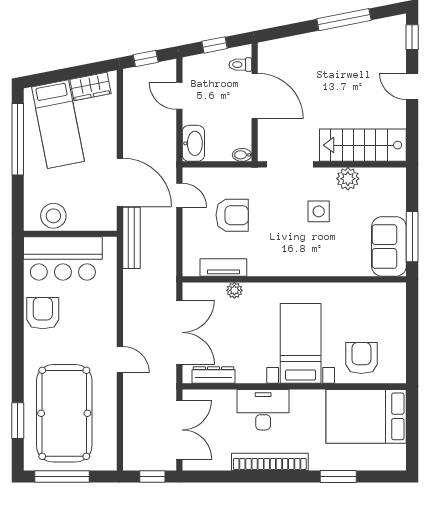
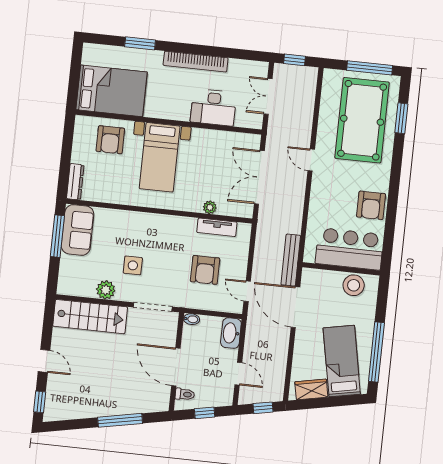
window: (344, 20) -> (120, 420), moved
armchair: (232, 215) -> (205, 270), turned -90
dresser: (213, 375) -> (75, 182), moved, turned -90
desk: (263, 410) -> (213, 107), moved
double door: (179, 430) -> (268, 96), width x0.73

